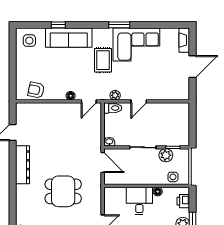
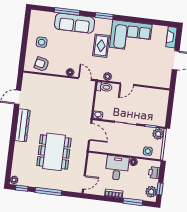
window: (58, 25) -> (67, 11), width x2.17
window: (119, 25) -> (104, 16), moved
side table: (29, 41) -> (42, 42), moved
door: (89, 101) -> (85, 79), swing flipped
plant: (166, 155) -> (158, 134), moved
dining table: (63, 191) -> (54, 152), width x1.38

